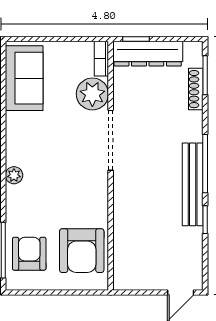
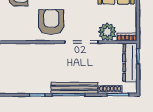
bench: (193, 184) -> (74, 88), moved
armchair: (82, 251) -> (51, 22), moved, turned 90

